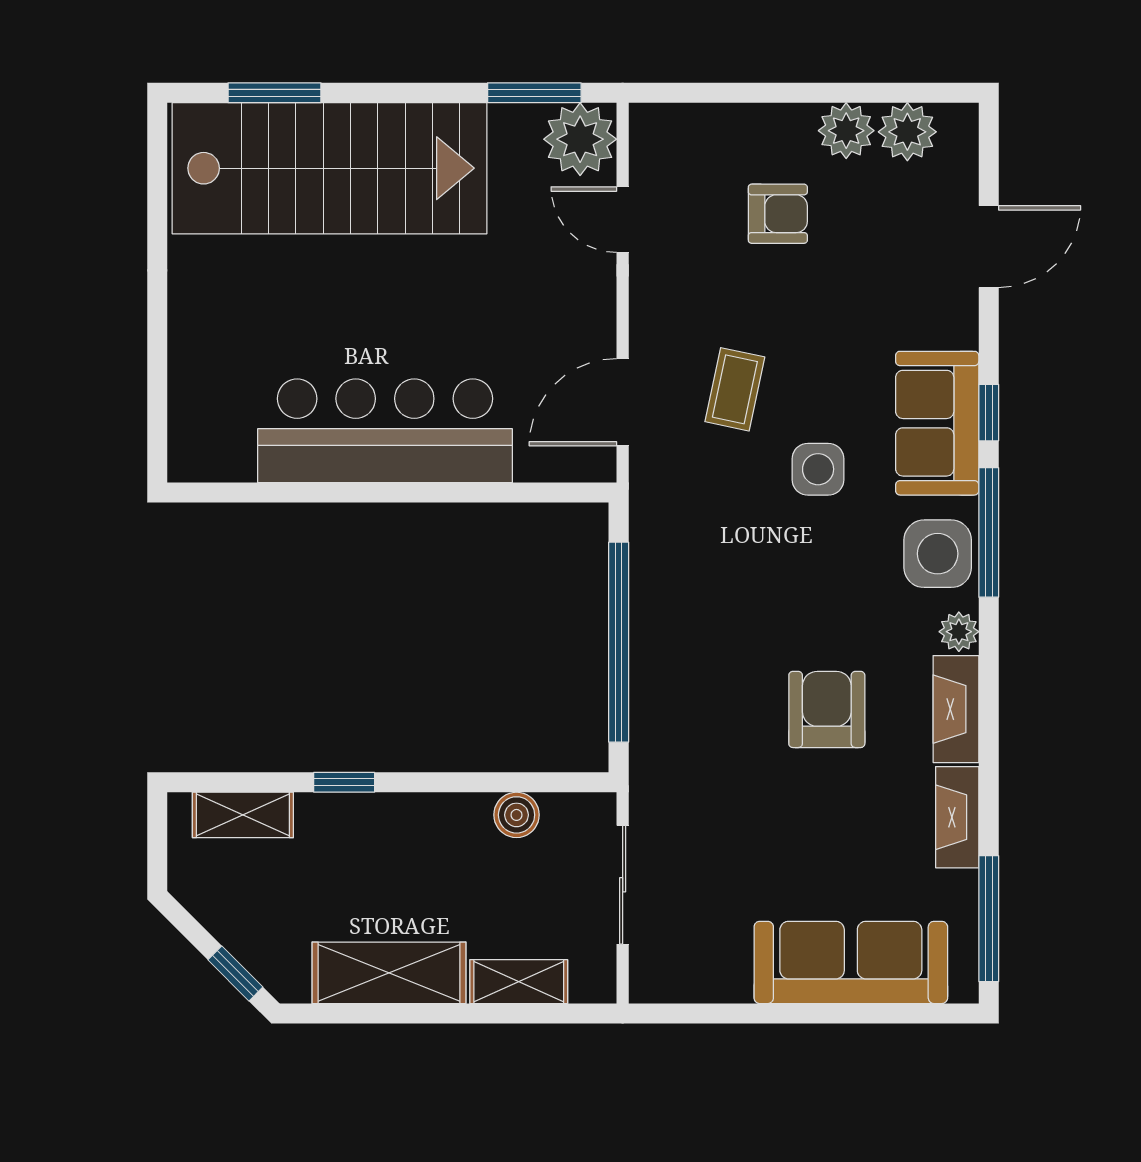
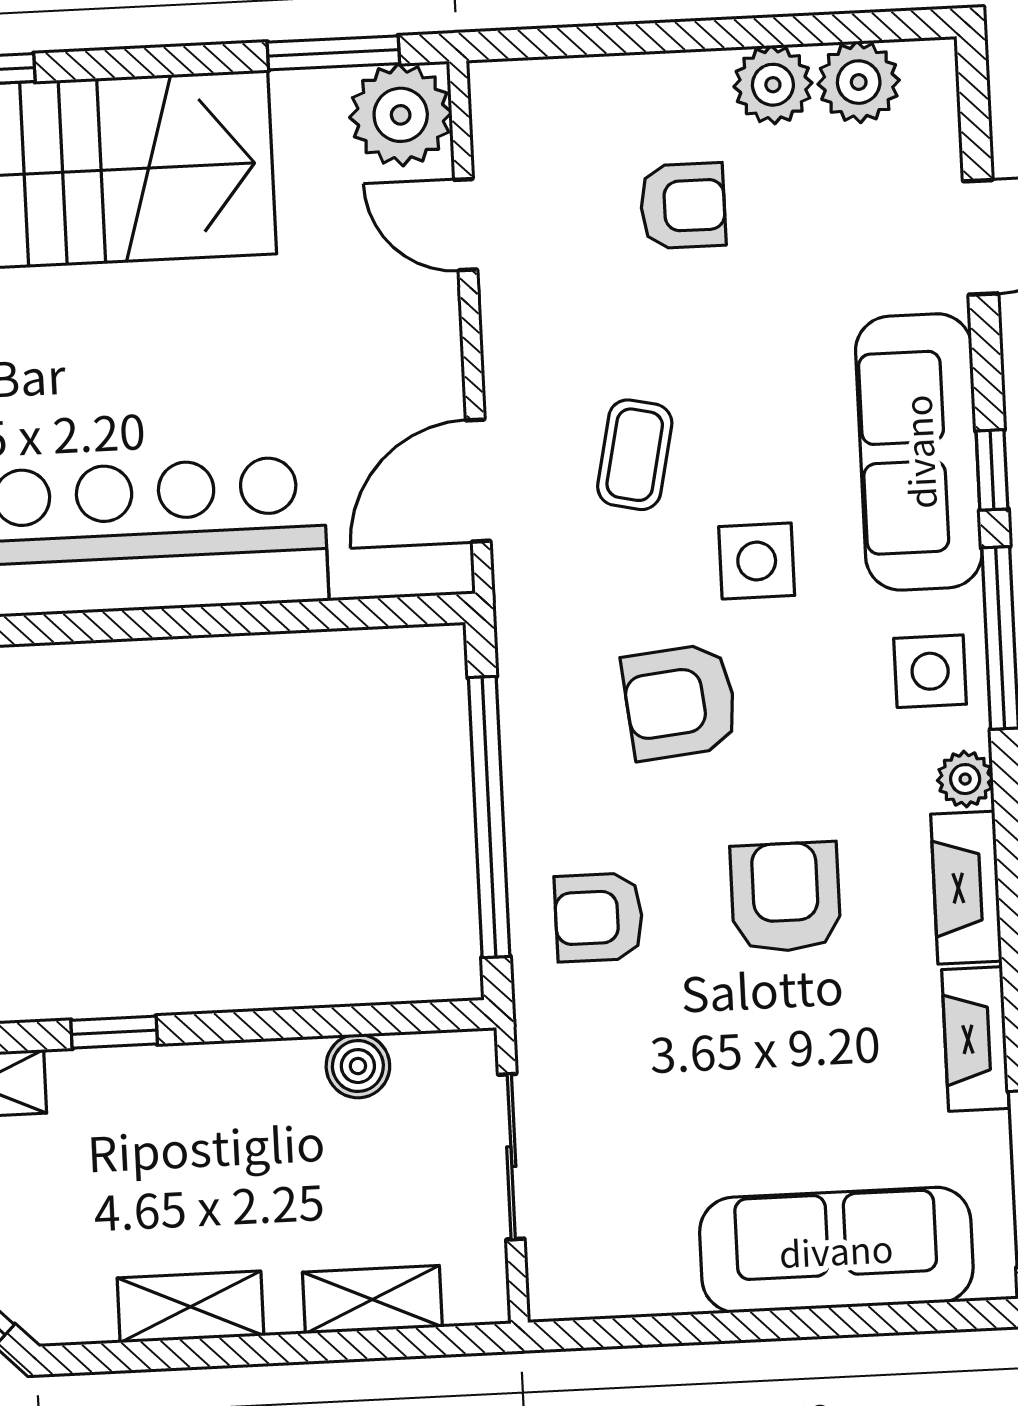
sofa: (937, 423) -> (919, 452), width x1.36
side table: (938, 554) -> (930, 671), width x0.73, depth x0.73
armchair: (759, 567) -> (680, 702), added
armchair: (693, 717) -> (599, 917), added
shelving: (389, 973) -> (191, 1307), width x0.67, depth x0.75

